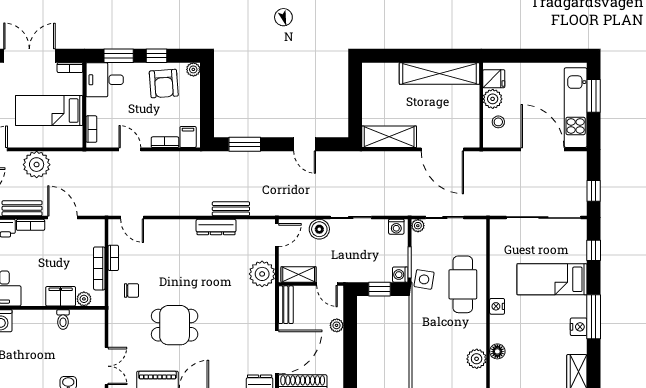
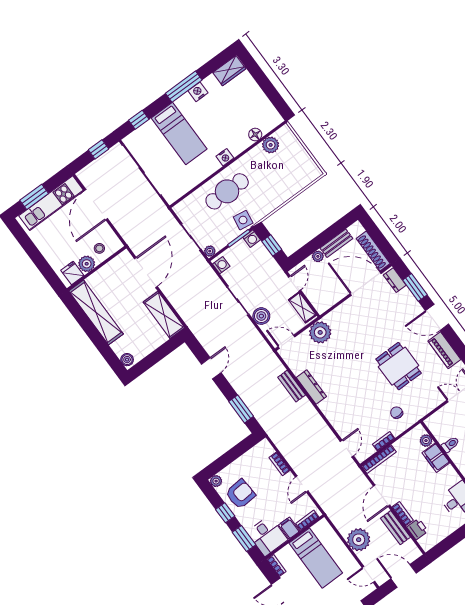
boiler: (372, 70) -> (127, 360), added
filing cabinet: (188, 137) -> (289, 528), moved, turned 90
bookcase: (99, 268) -> (379, 459), moved
bench: (286, 305) -> (336, 243), moved

